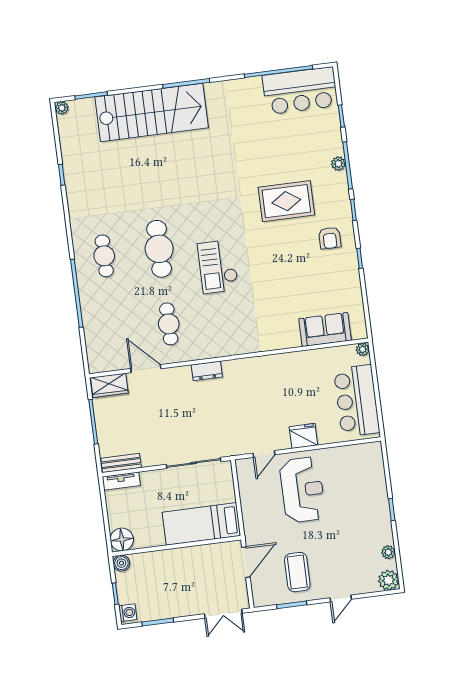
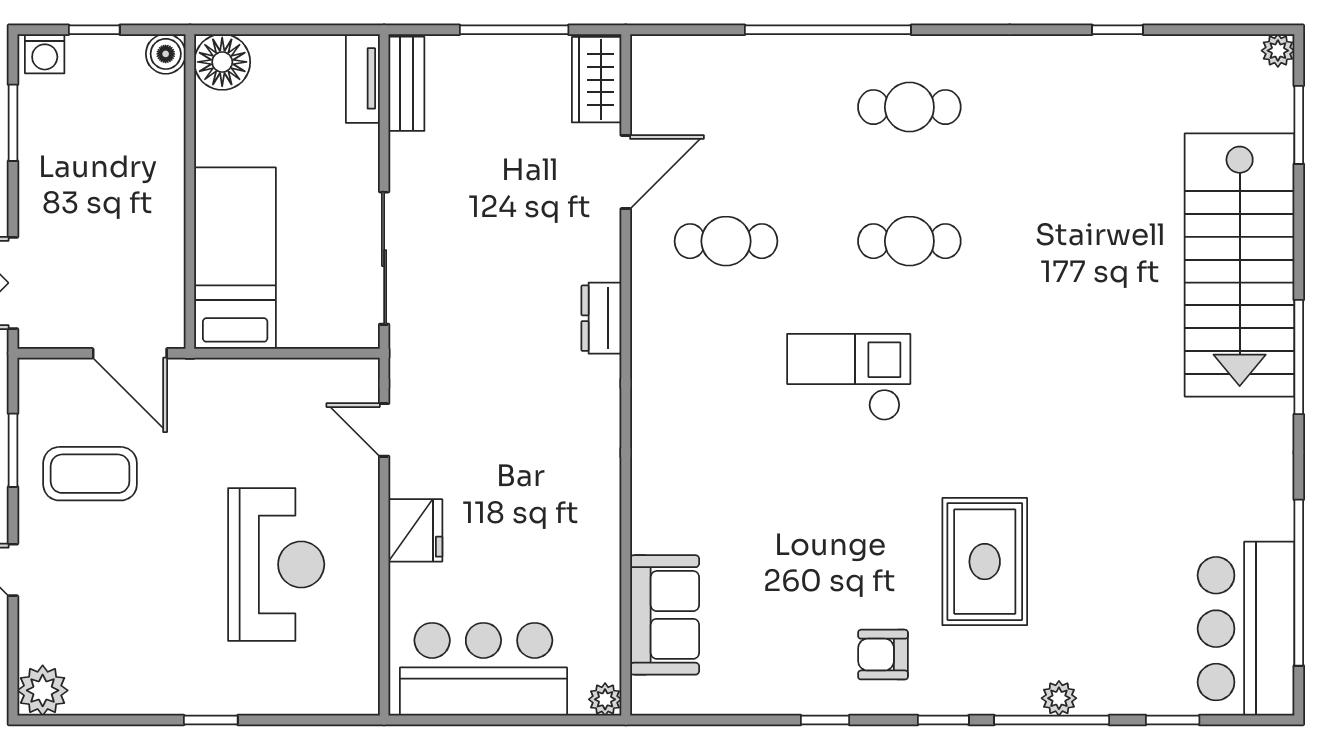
cafe table: (159, 249) -> (909, 241), width x0.73, depth x0.74
reception desk: (302, 490) -> (276, 564), moved, turned -90
plant: (388, 552) -> (110, 699), removed

